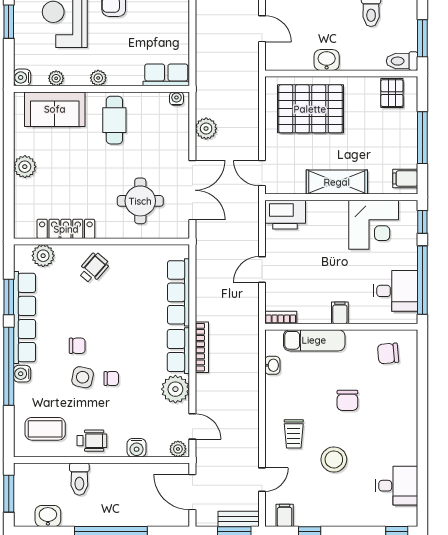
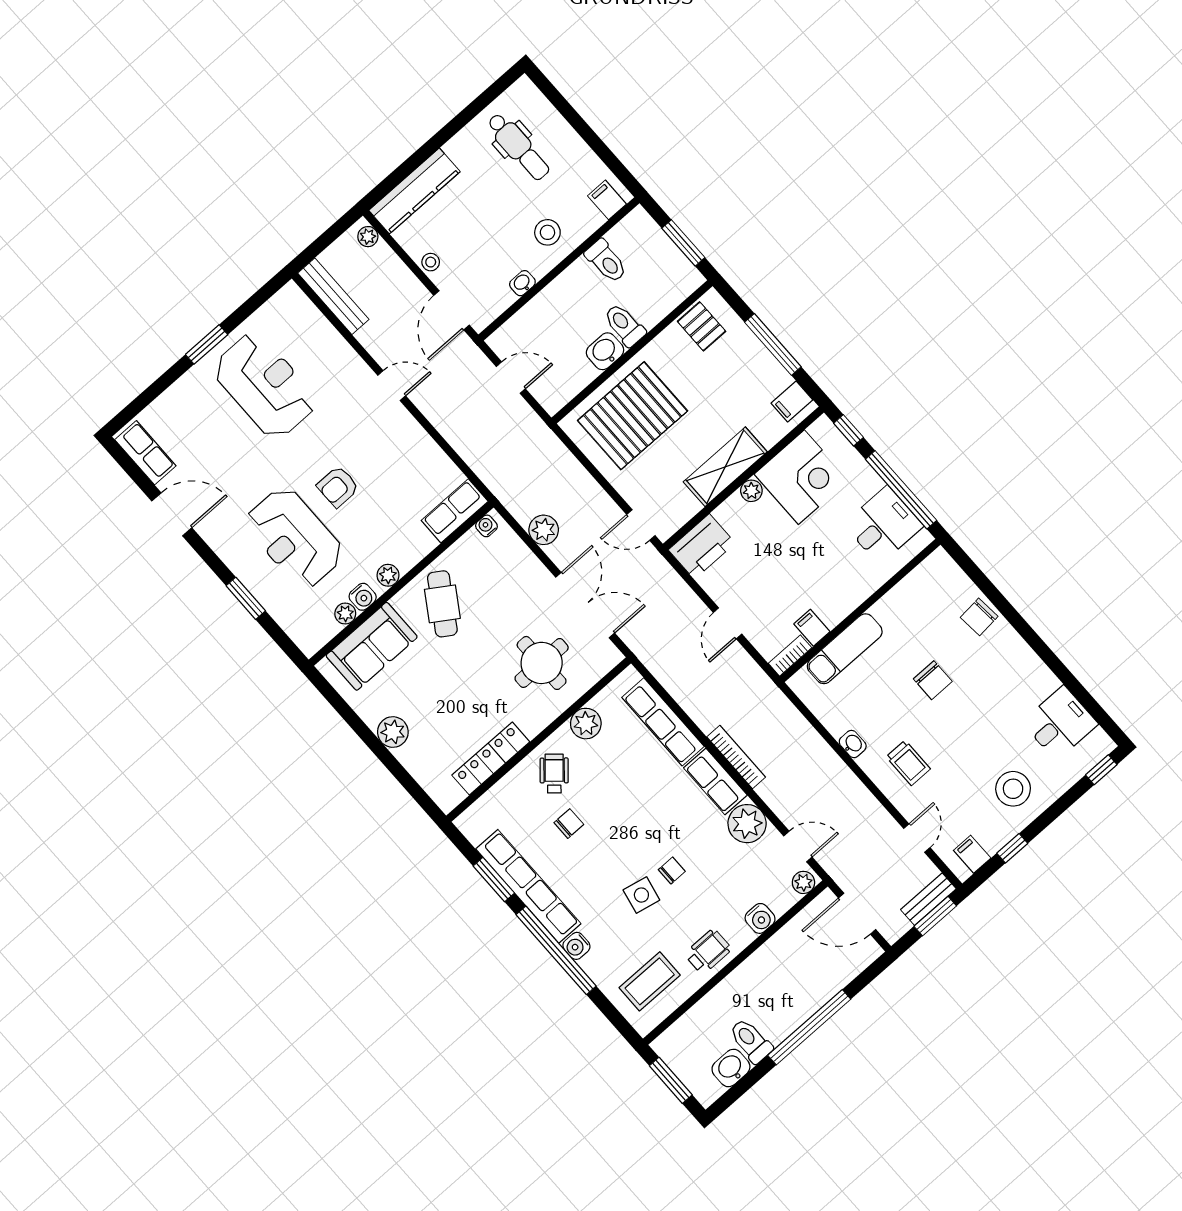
toilet: (402, 61) -> (624, 325), moved, turned 90
water cooler: (22, 77) -> (363, 597), moved, turned -90
cafe table: (114, 120) -> (442, 604), turned 33
plant: (340, 208) -> (751, 491), added
plant: (43, 256) -> (586, 724), moved
filing cabinet: (340, 313) -> (812, 628), moved
chair: (77, 346) -> (569, 824), moved
chair: (388, 353) -> (979, 617), moved
washbasin: (272, 365) -> (853, 744), moved
stool: (334, 459) -> (1013, 789), moved
toilet: (79, 479) -> (751, 1041), moved, turned 180

